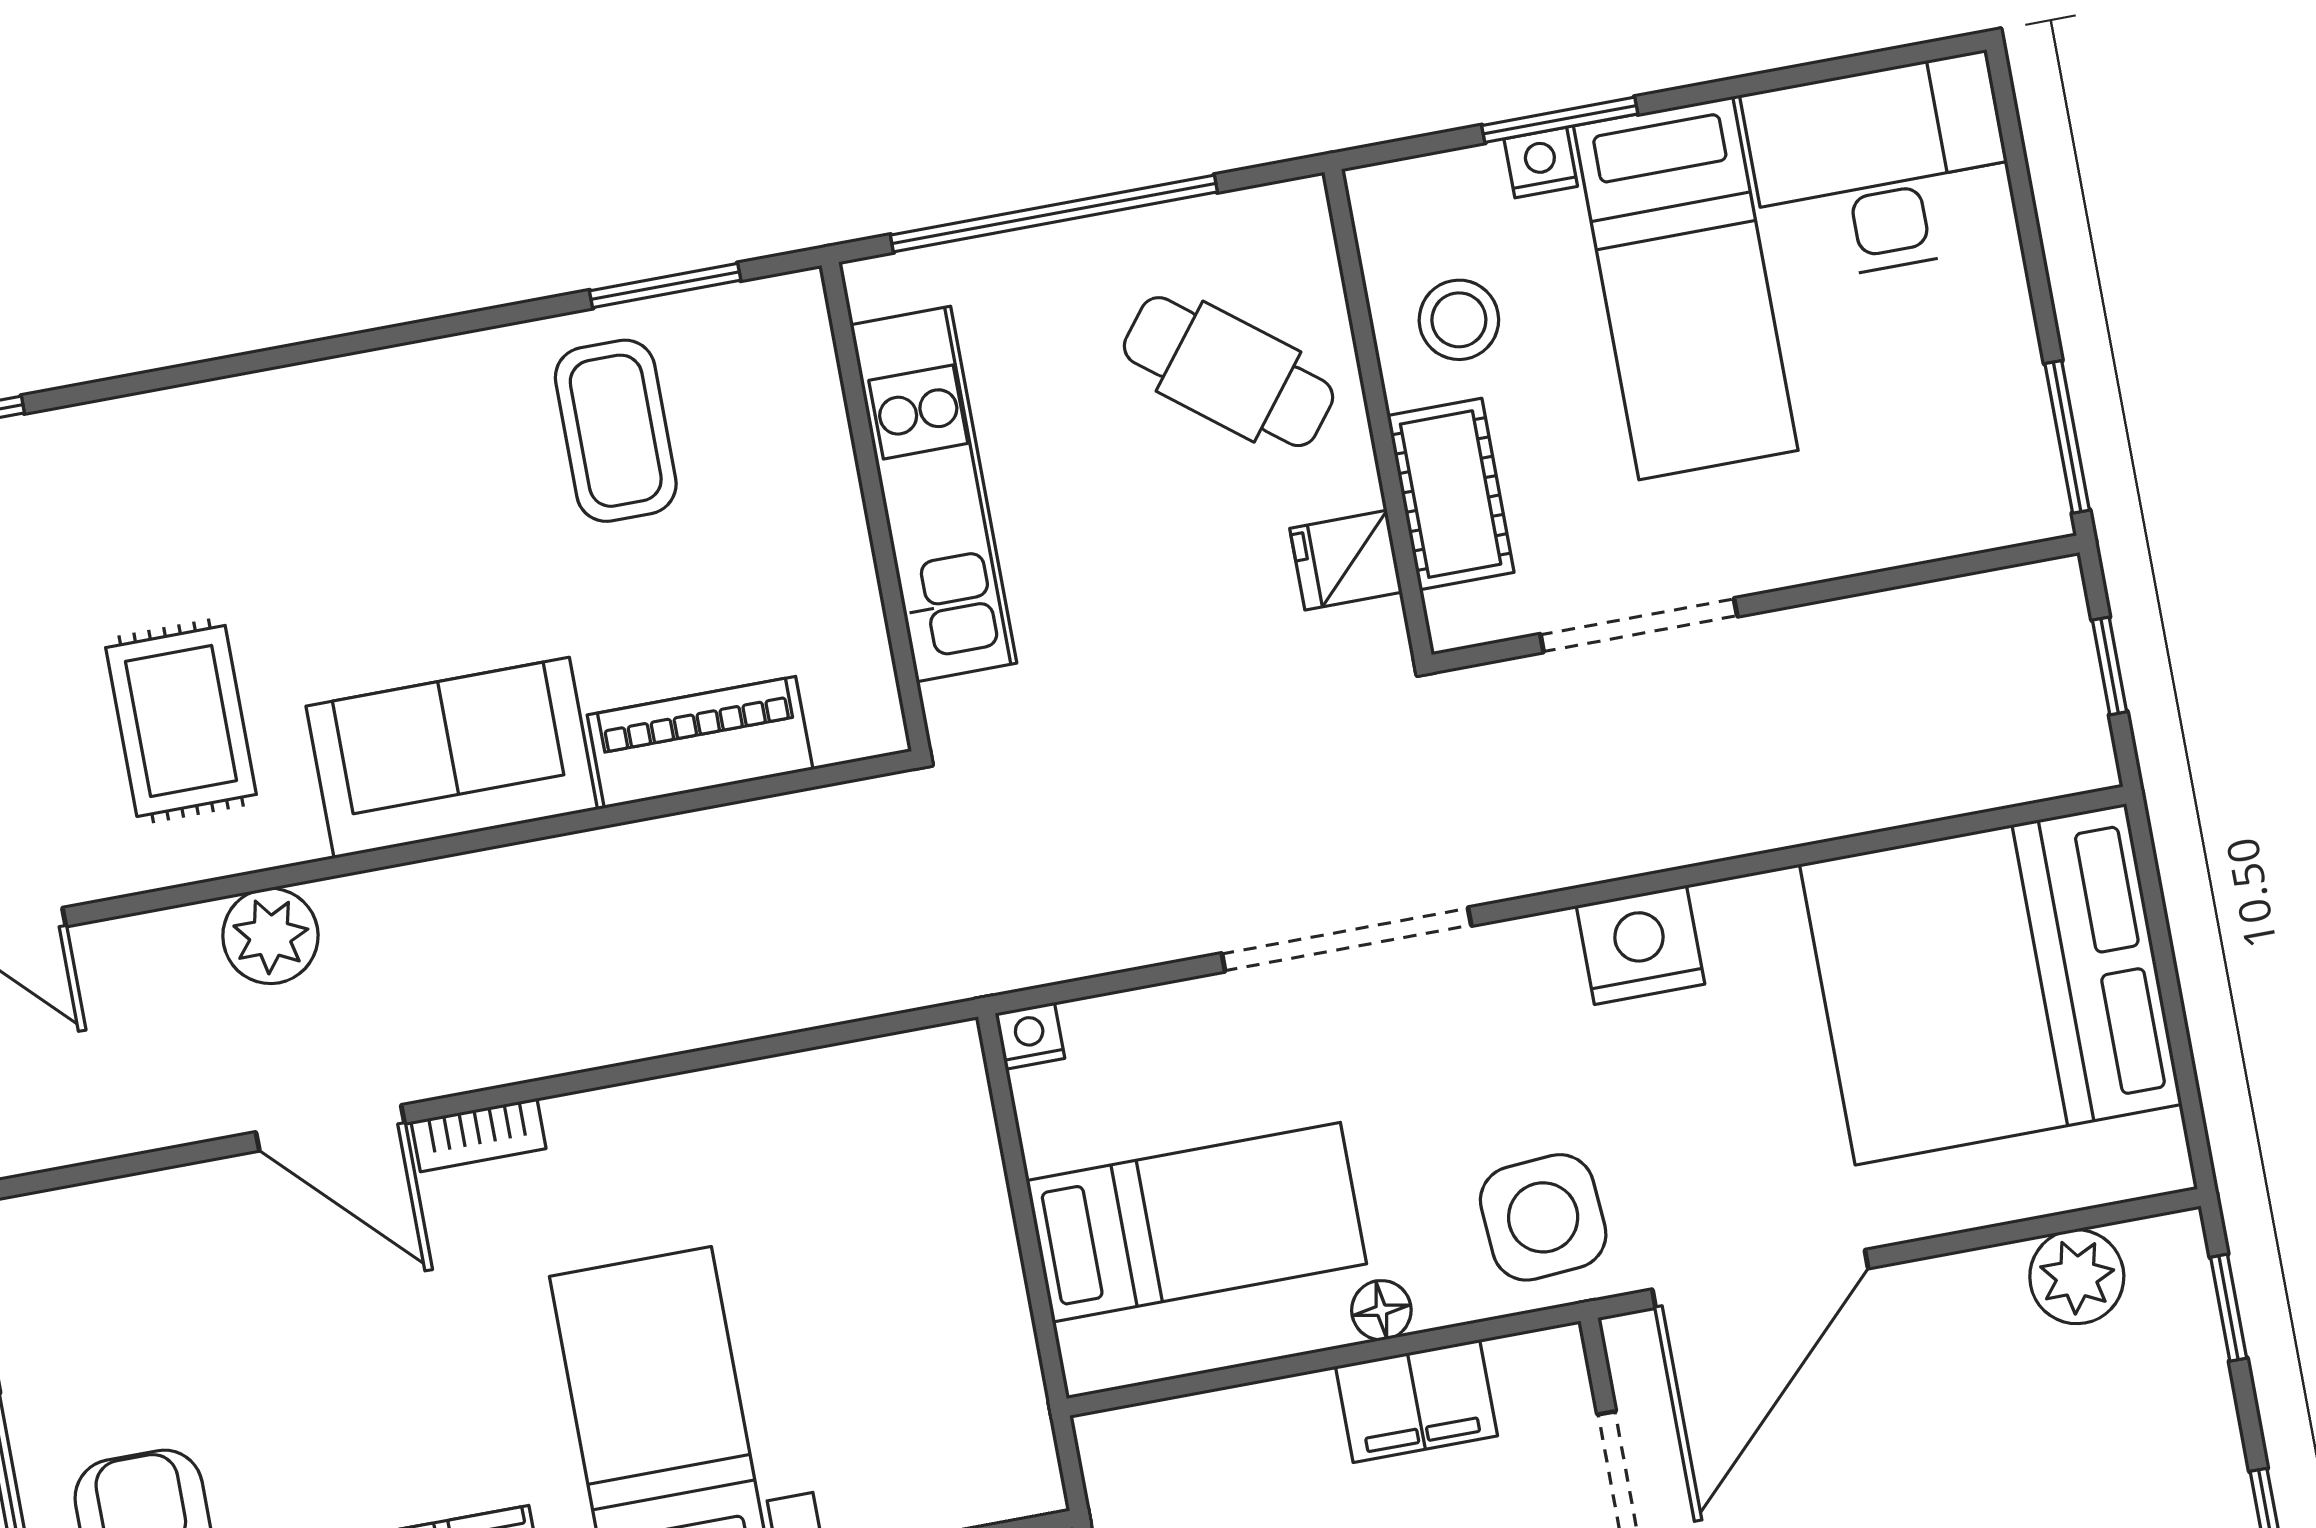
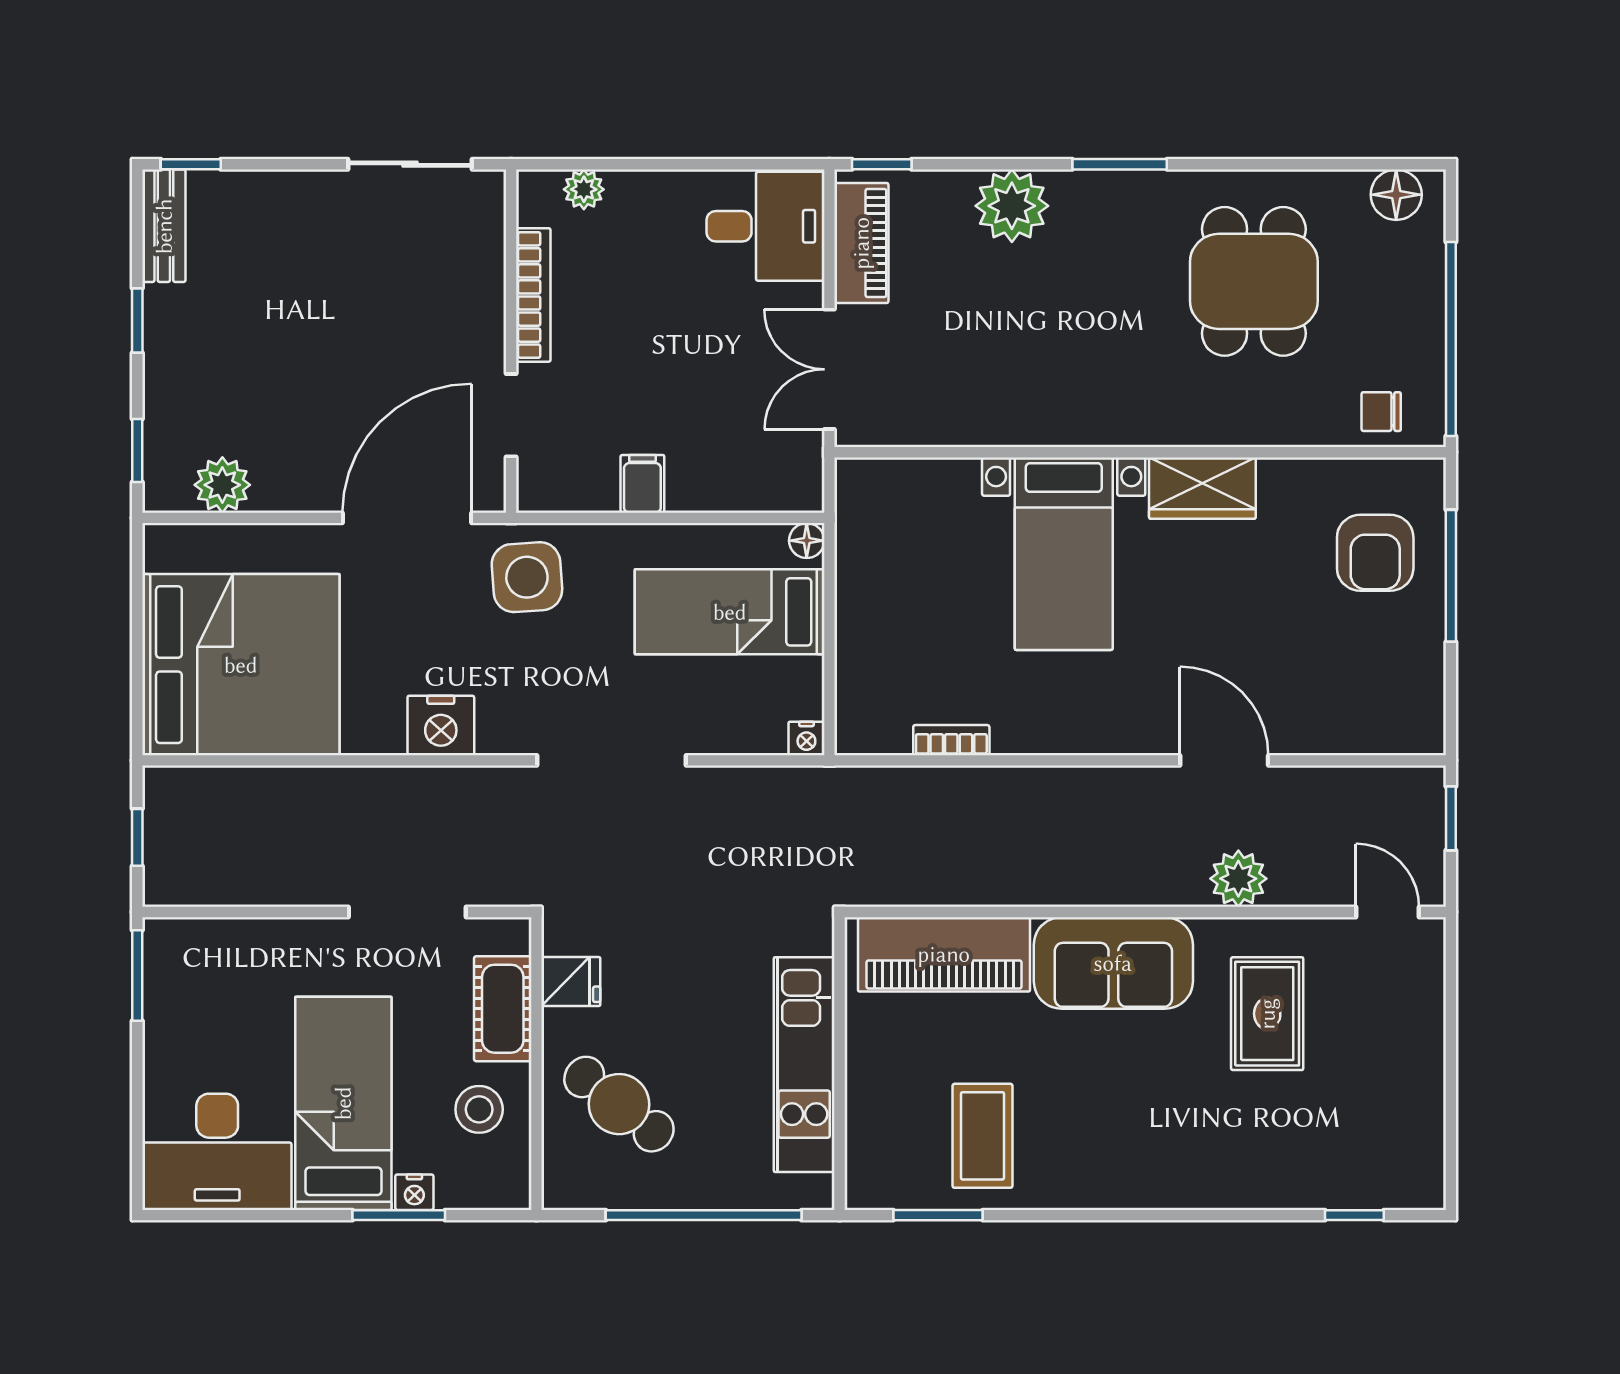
piano: (700, 742) -> (944, 954), width x1.37, depth x1.33
bookcase: (479, 1135) -> (951, 740), moved
floor lamp: (1381, 1310) -> (807, 541), moved
filing cabinet: (1416, 1401) -> (642, 484), width x0.50

